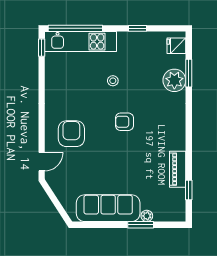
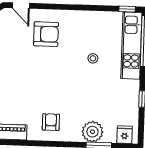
stool: (113, 81) -> (93, 58), moved
armchair: (124, 122) -> (51, 122), moved

